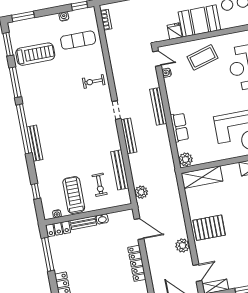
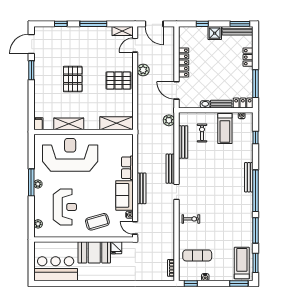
treadmill: (35, 54) -> (242, 263), moved, turned 90
sofa: (177, 94) -> (124, 195), added
plant: (186, 159) -> (127, 140), removed

